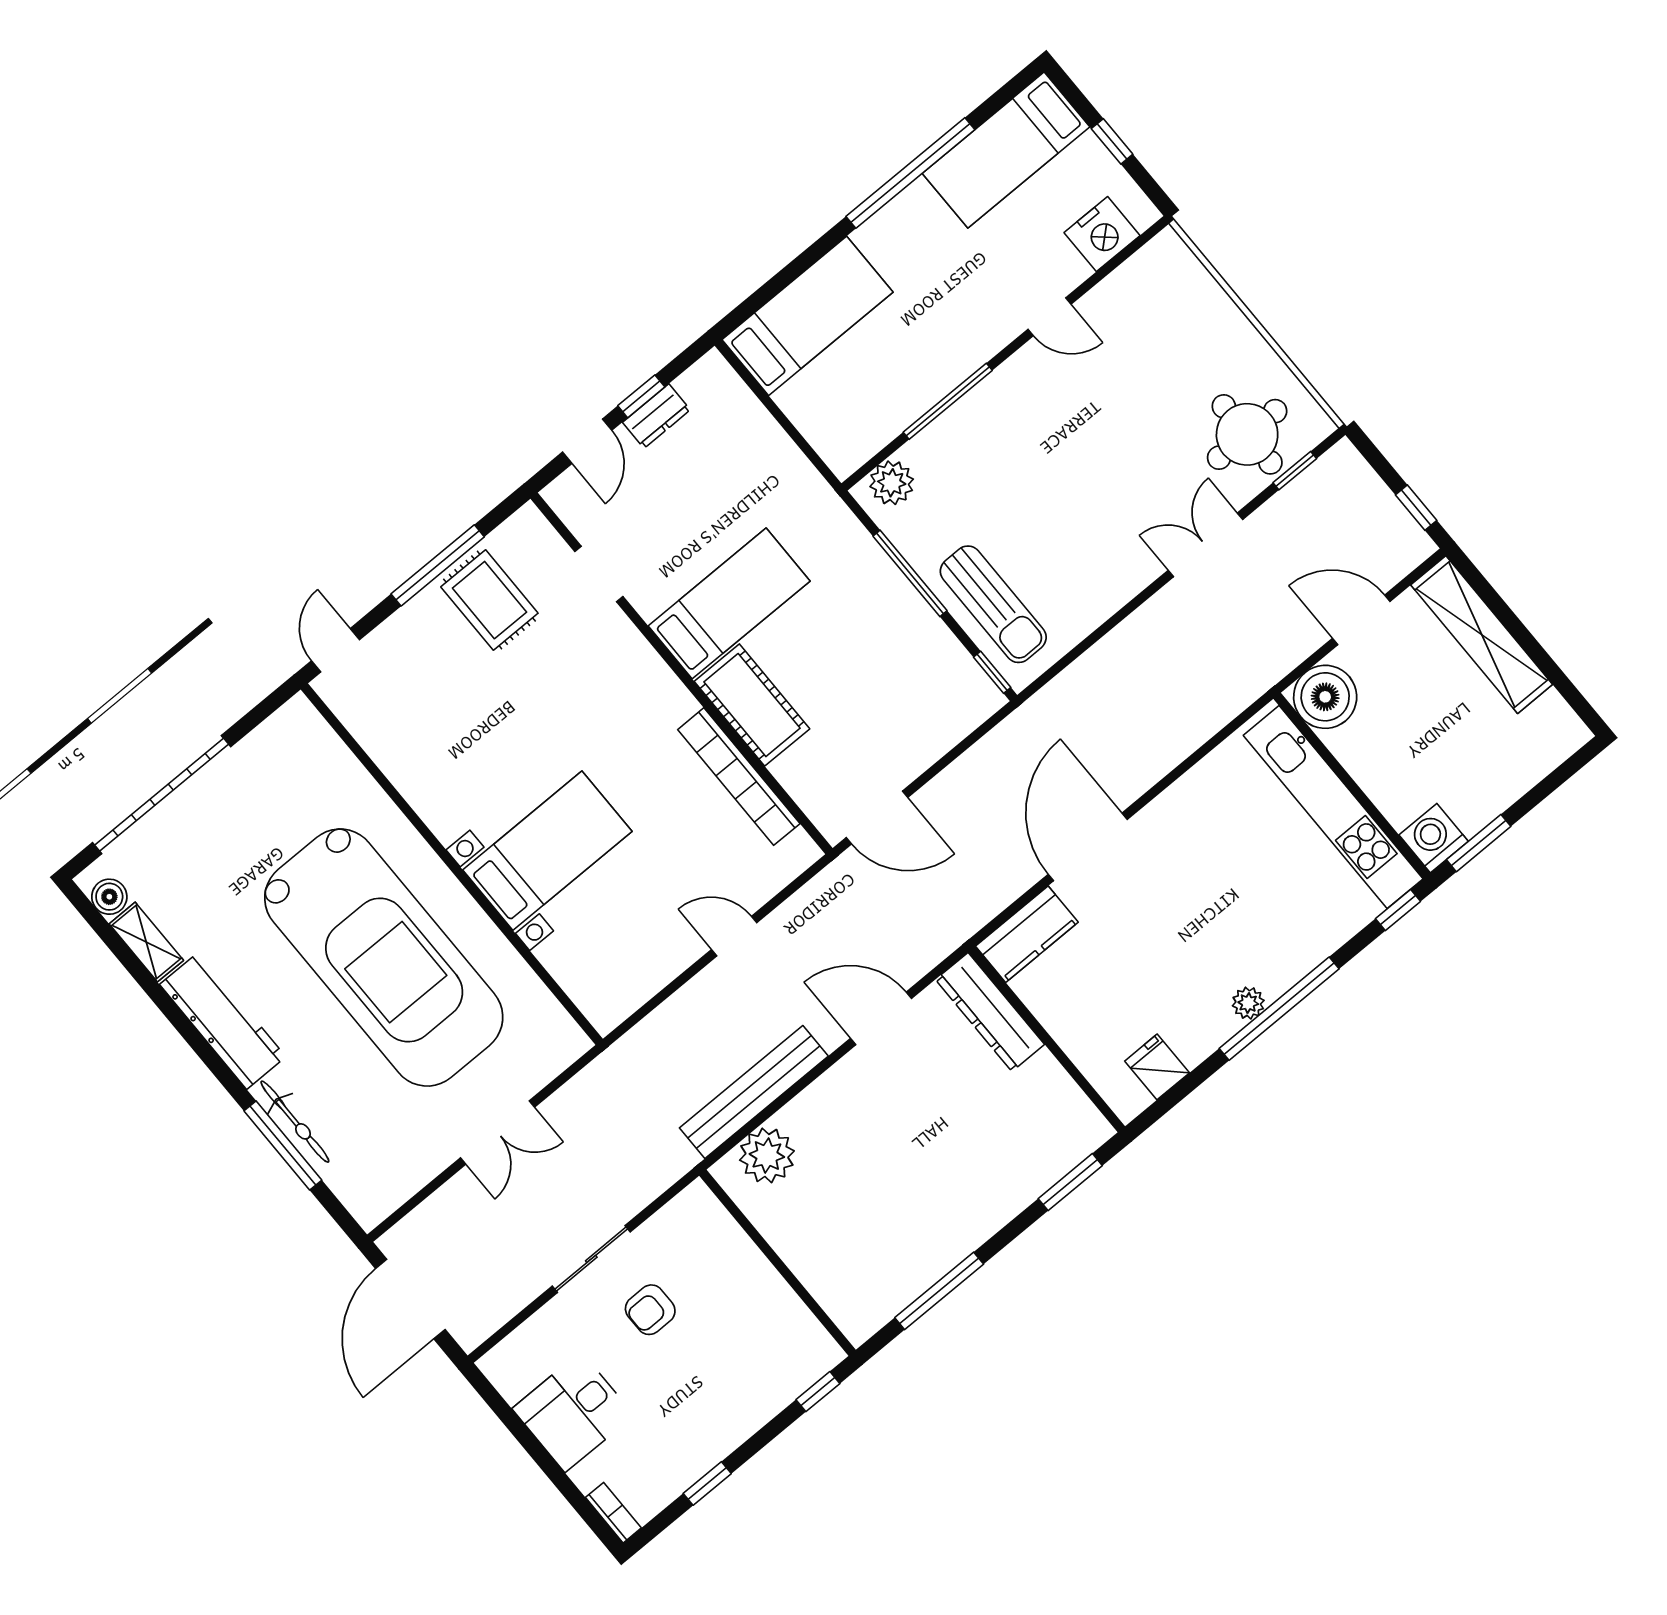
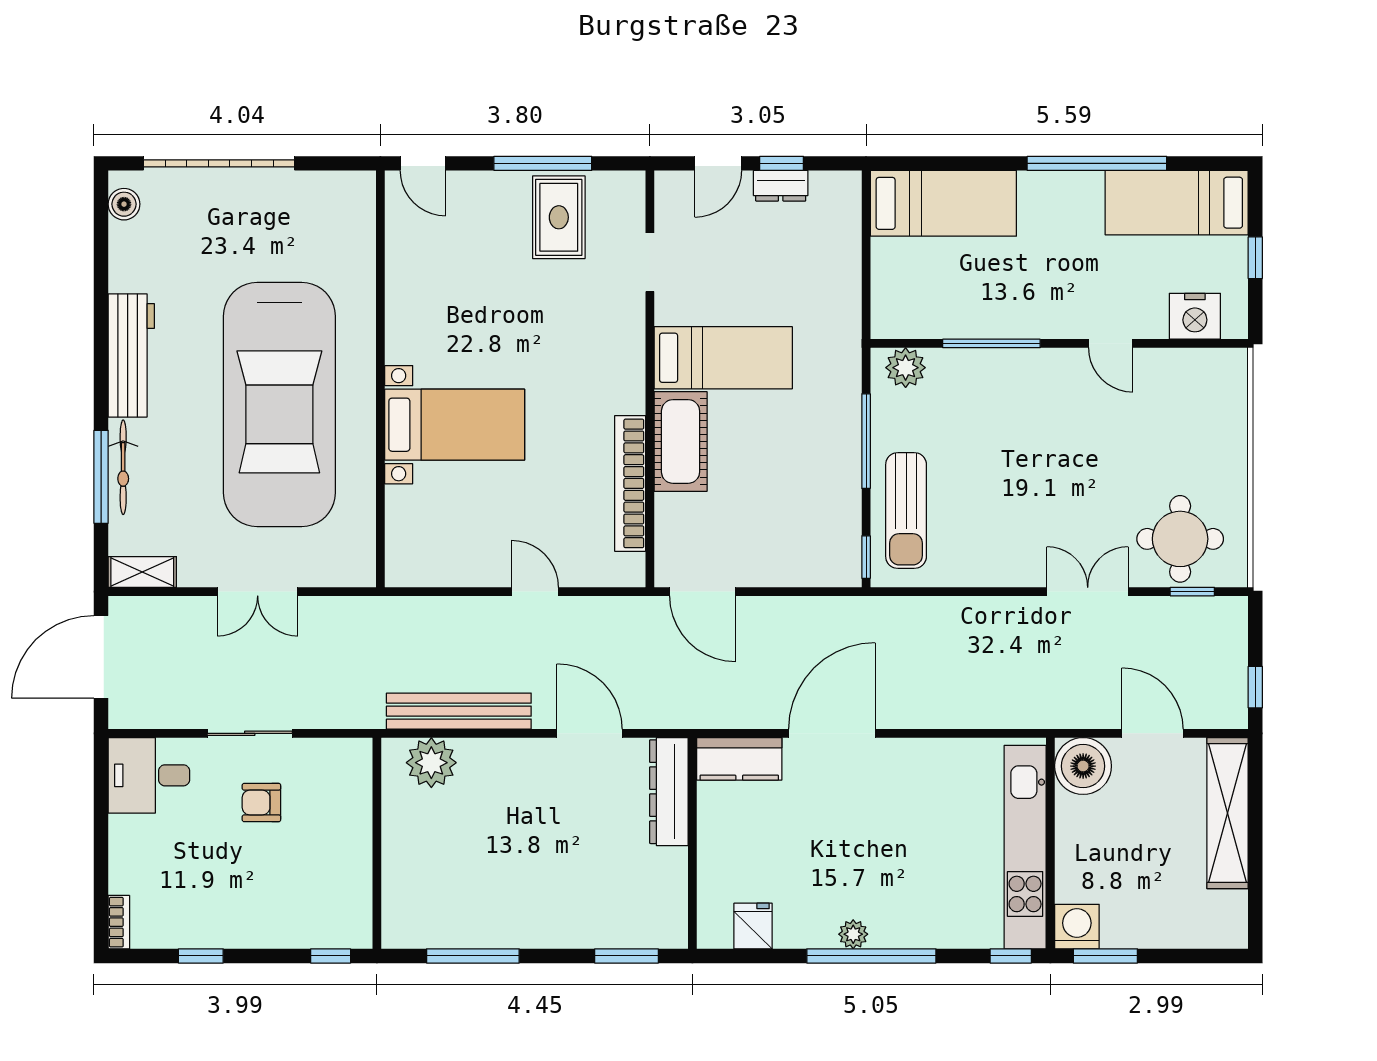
door: (335, 650) -> (423, 163), swing flipped
shelving: (146, 942) -> (142, 572), moved, turned 90
desk: (573, 1412) -> (149, 775), moved

